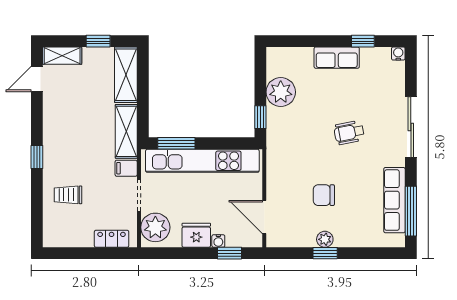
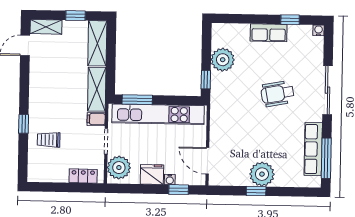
wheelchair: (349, 133) -> (277, 94), width x1.36, depth x1.37
window: (37, 157) -> (24, 124), moved
chair: (324, 195) -> (256, 144), removed
plant: (325, 239) -> (262, 174), width x1.88, depth x1.88

